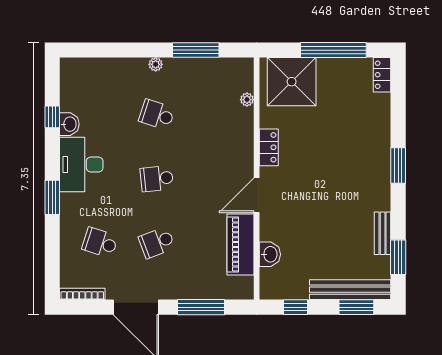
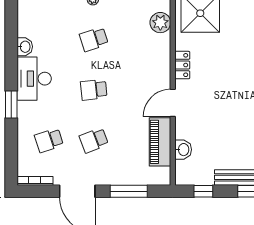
plant: (247, 100) -> (160, 23), width x1.88, depth x1.88
school desk: (157, 115) -> (94, 39), turned -36
window: (52, 117) -> (11, 41), removed
school desk: (100, 243) -> (49, 140), turned -36

